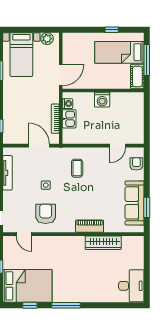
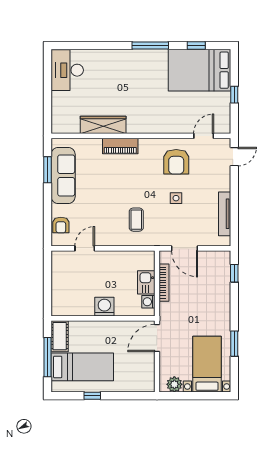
door: (24, 234) -> (204, 136), hinge flipped

